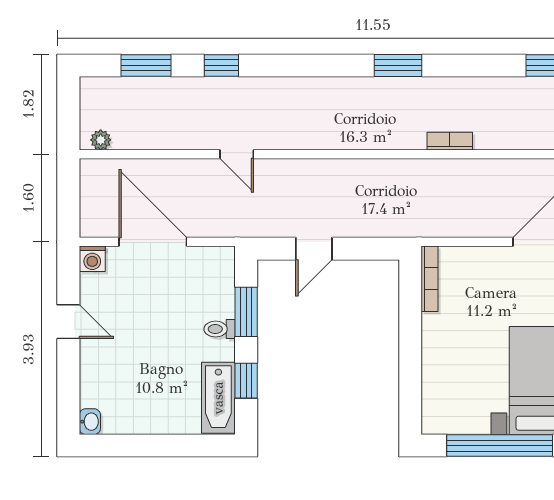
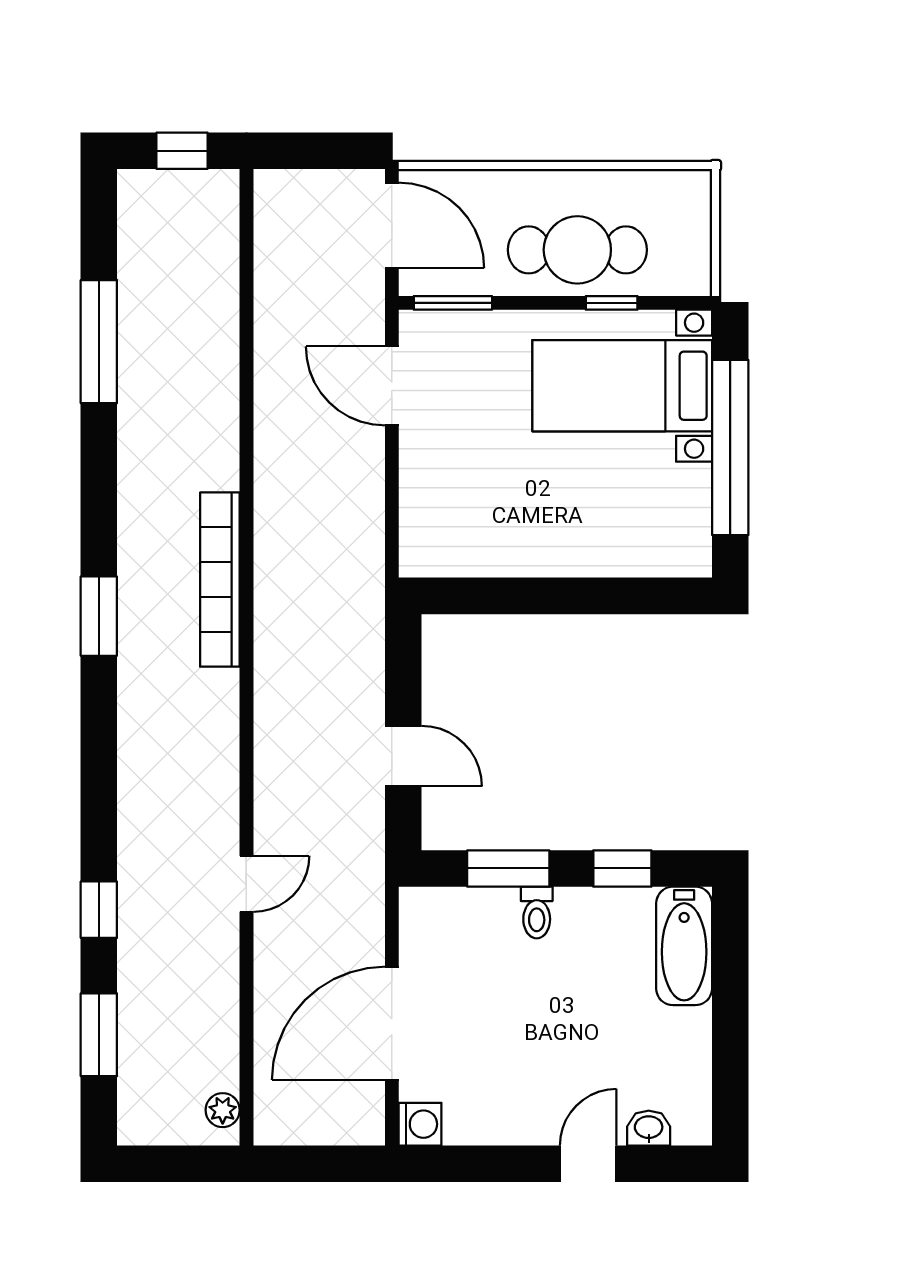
bookcase: (450, 141) -> (220, 580), width x2.31, depth x1.31
bookcase: (430, 279) -> (453, 564), removed
door: (68, 322) -> (588, 1164), moved
bathtub: (218, 398) -> (684, 946), moved, turned 90
washbasin: (90, 422) -> (649, 1128), moved

